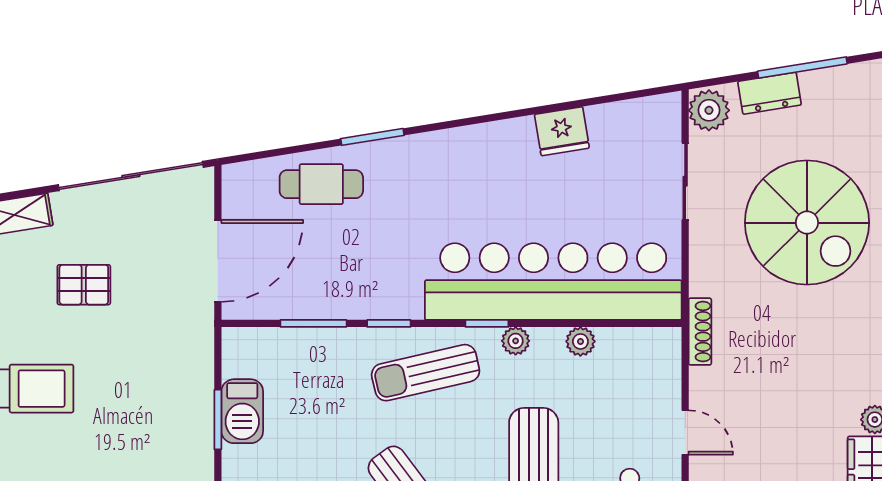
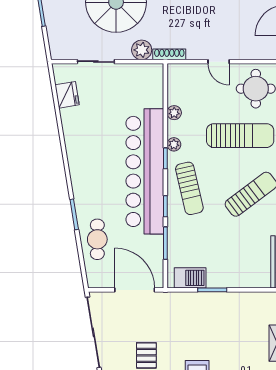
dresser: (770, 93) -> (53, 20), removed
plant: (709, 110) -> (142, 50), moved
fridge: (562, 131) -> (67, 95), moved
bar counter: (553, 282) -> (145, 171), moved
barbecue: (242, 411) -> (190, 278), moved
door: (685, 433) -> (219, 62), swing flipped

